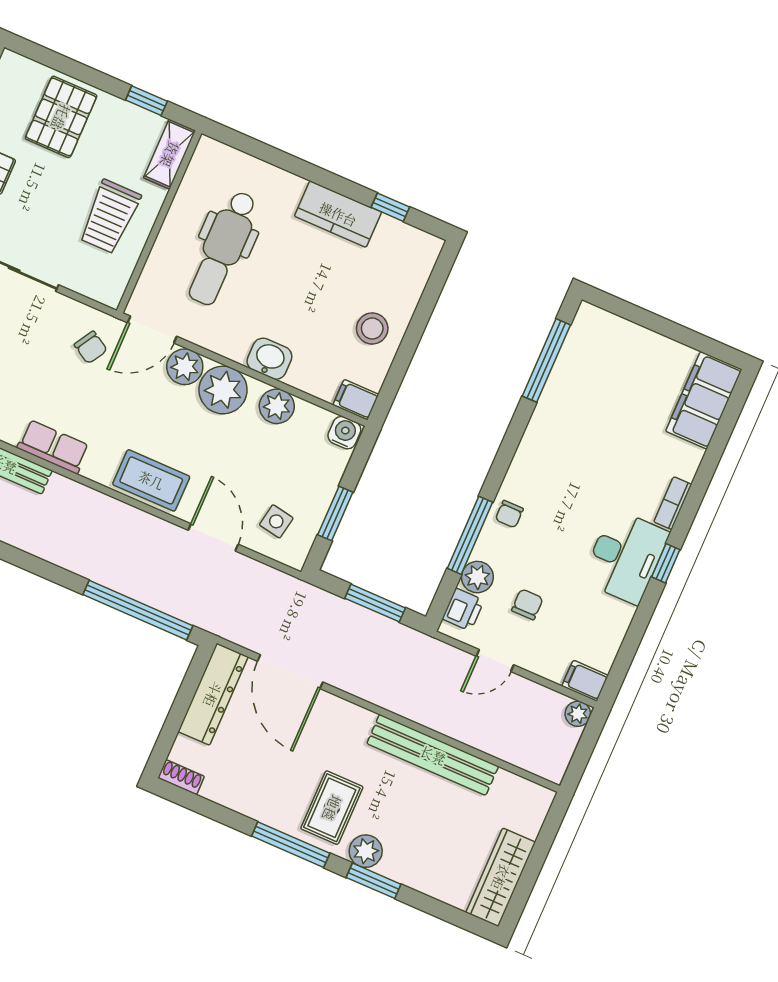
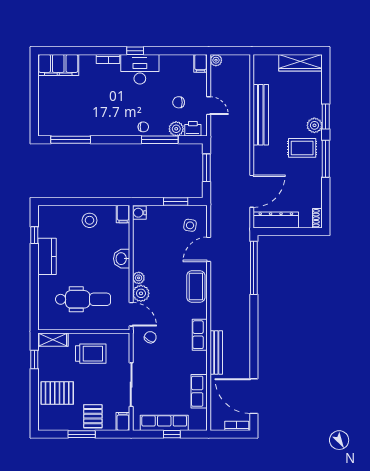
plant: (223, 390) -> (139, 278), width x0.53, depth x0.53
plant: (277, 406) -> (141, 247), removed

